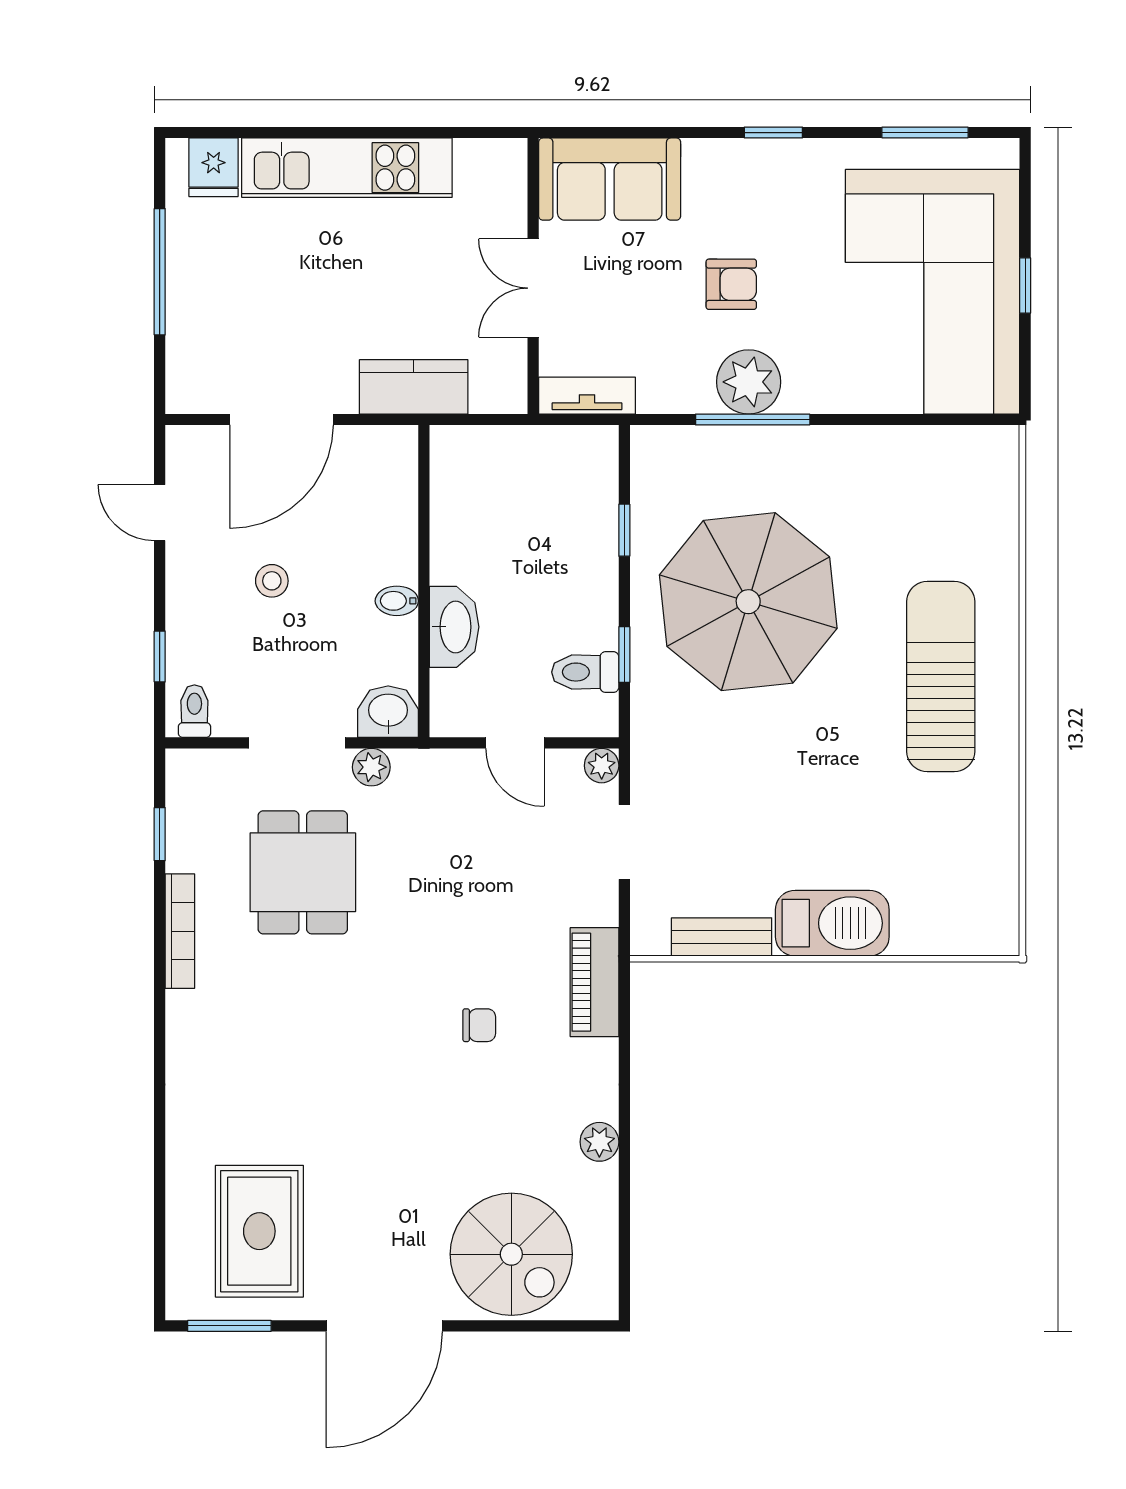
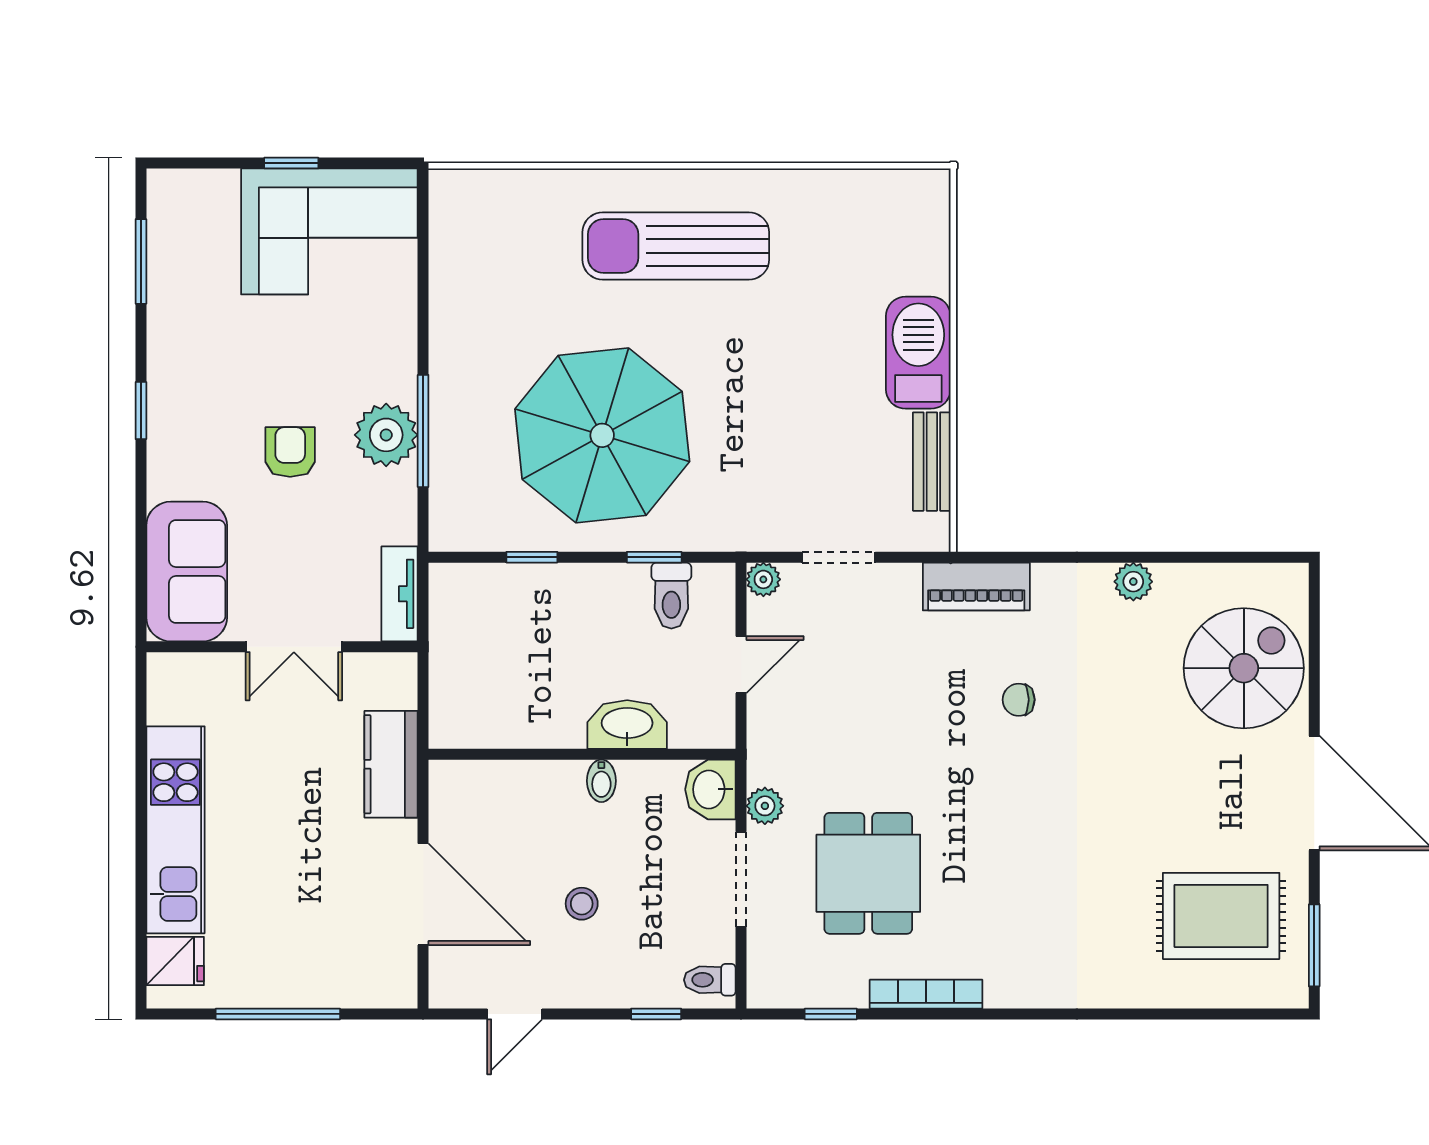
corner sofa: (933, 292) -> (329, 231), width x0.73, depth x0.74
dining table: (303, 872) -> (868, 873), turned 90
chair: (479, 1025) -> (1019, 700), turned -90

